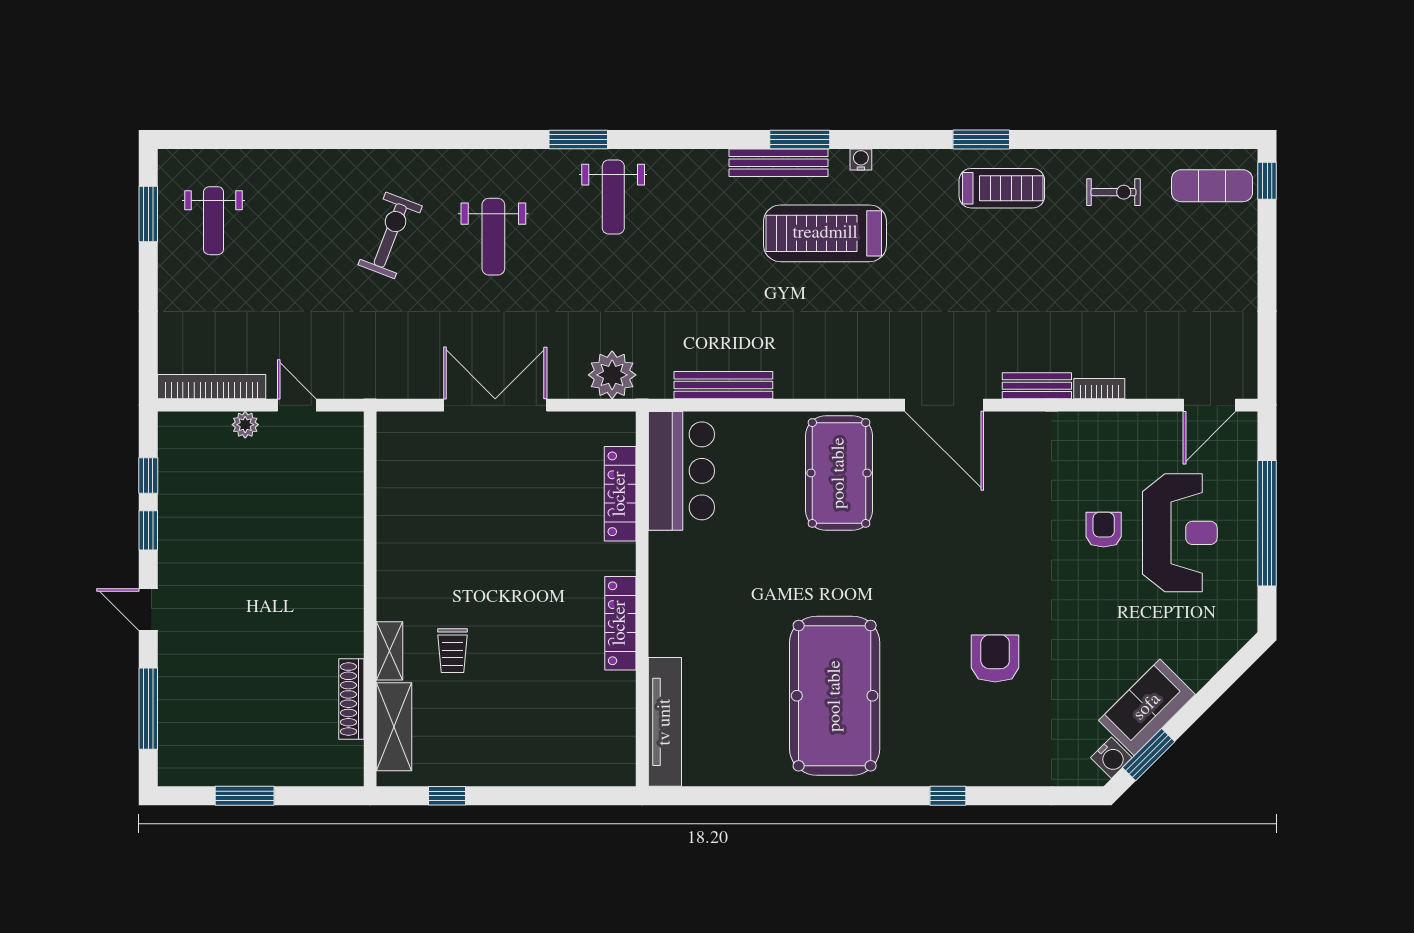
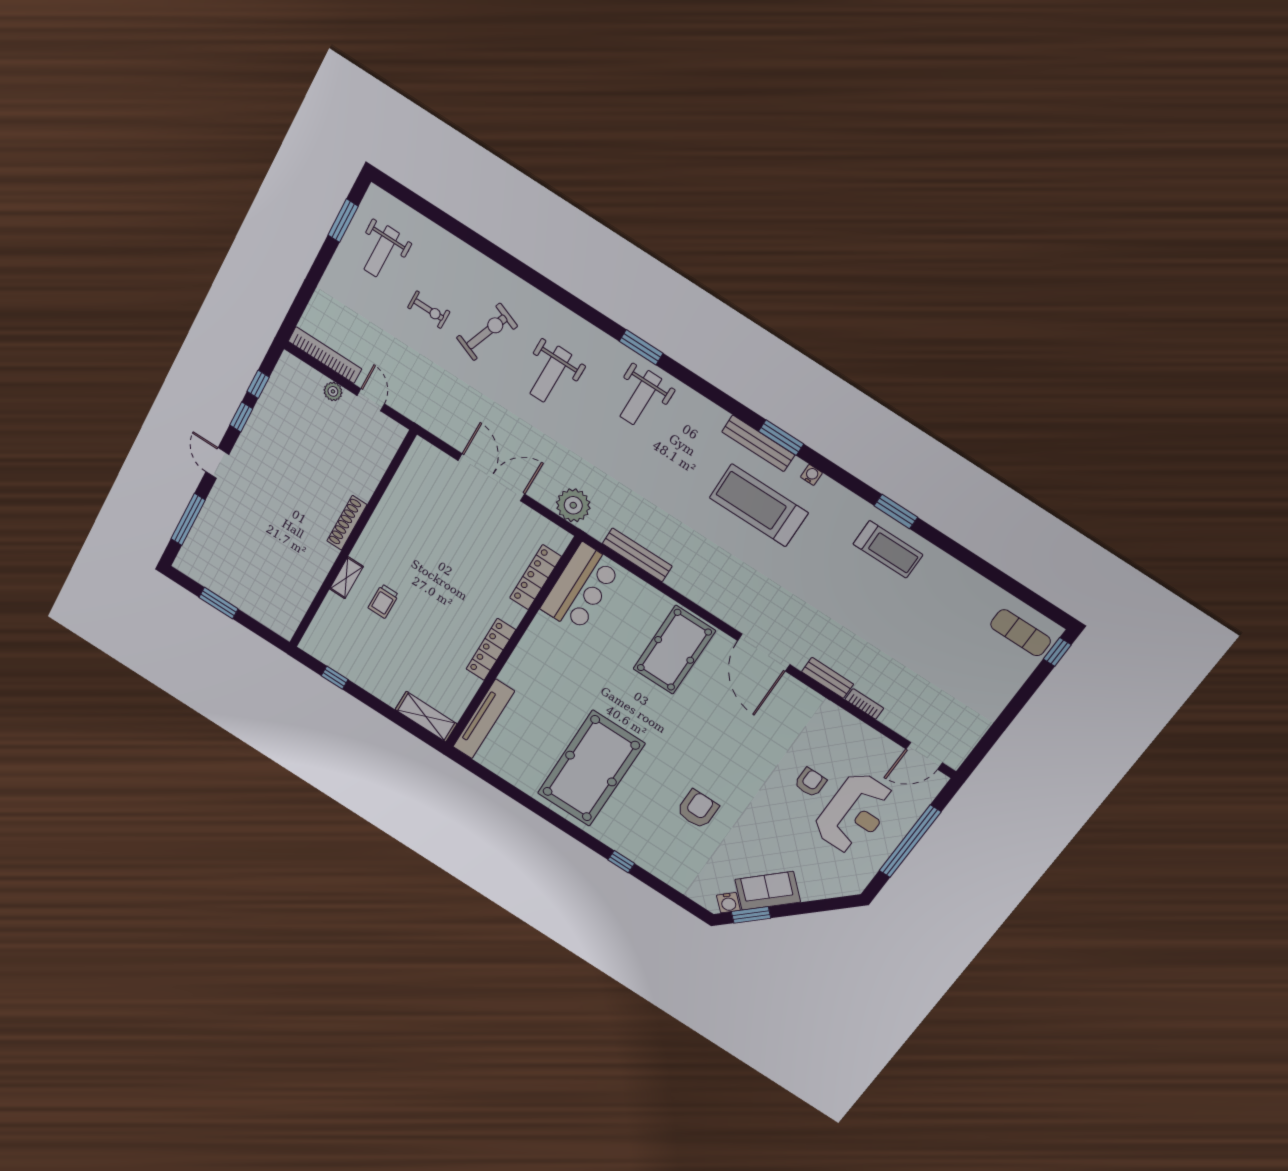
exercise bike: (1114, 192) -> (429, 310), moved
shoe rack: (351, 699) -> (347, 523), moved
shelving: (394, 727) -> (426, 717), moved, turned 90

